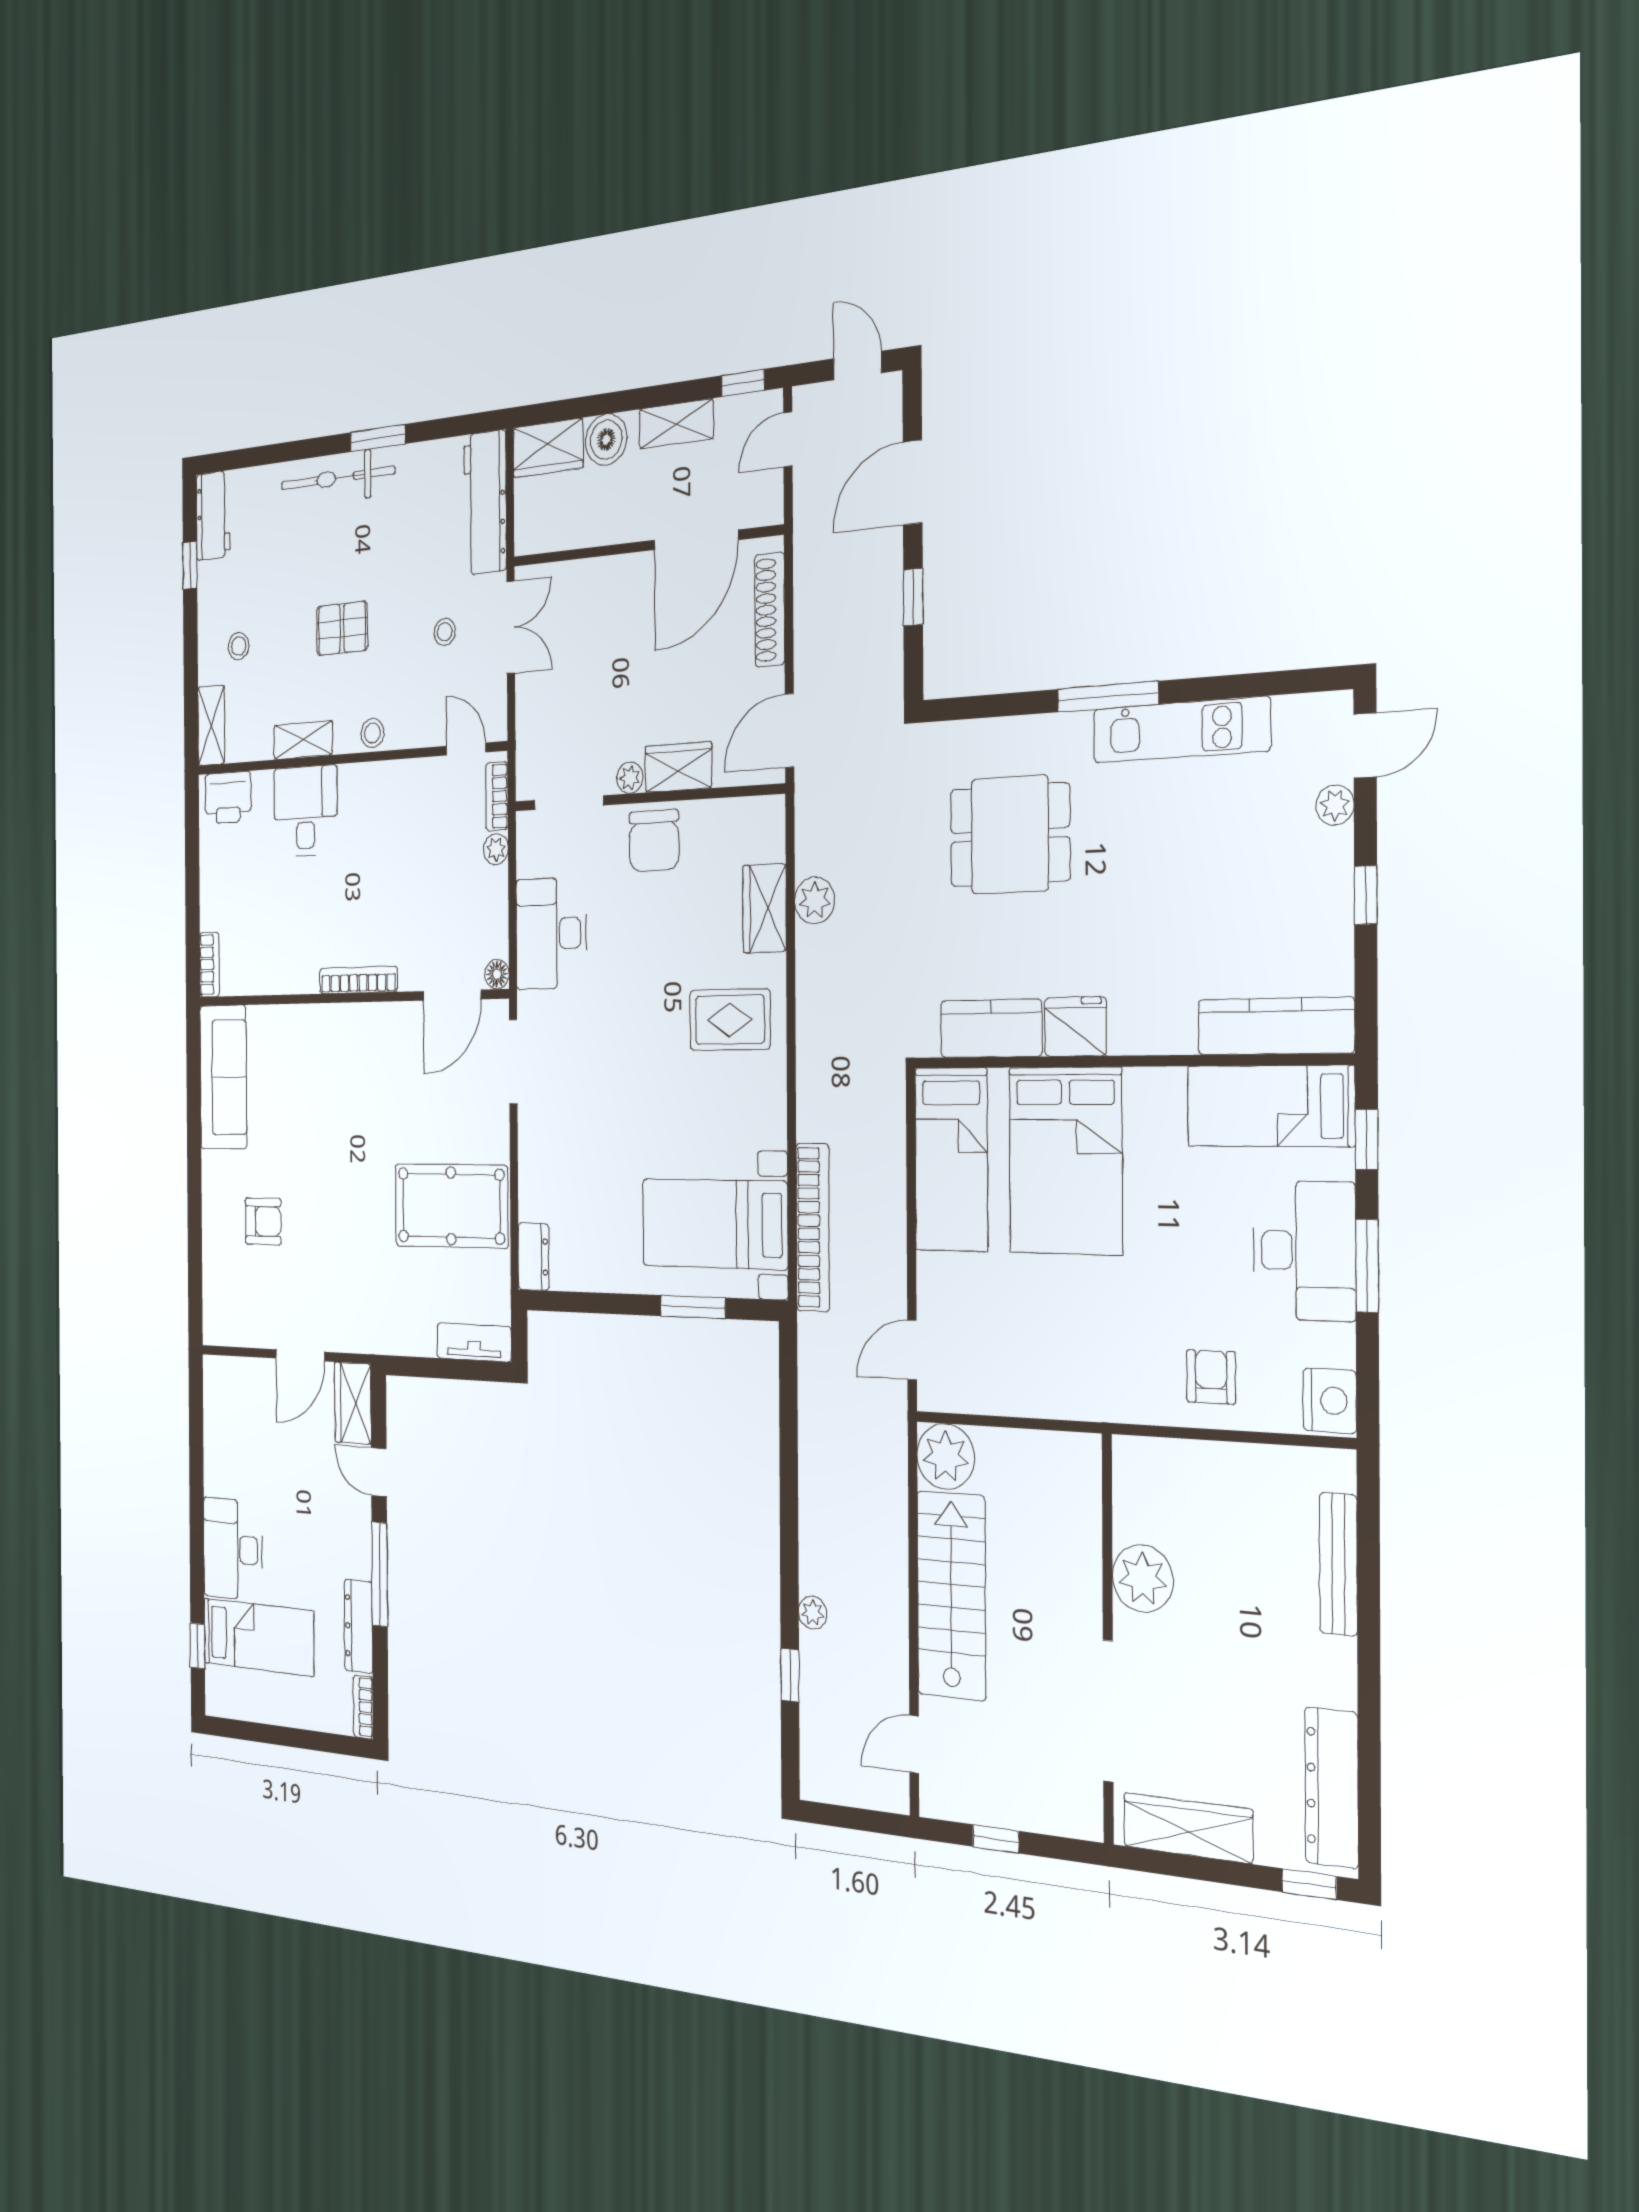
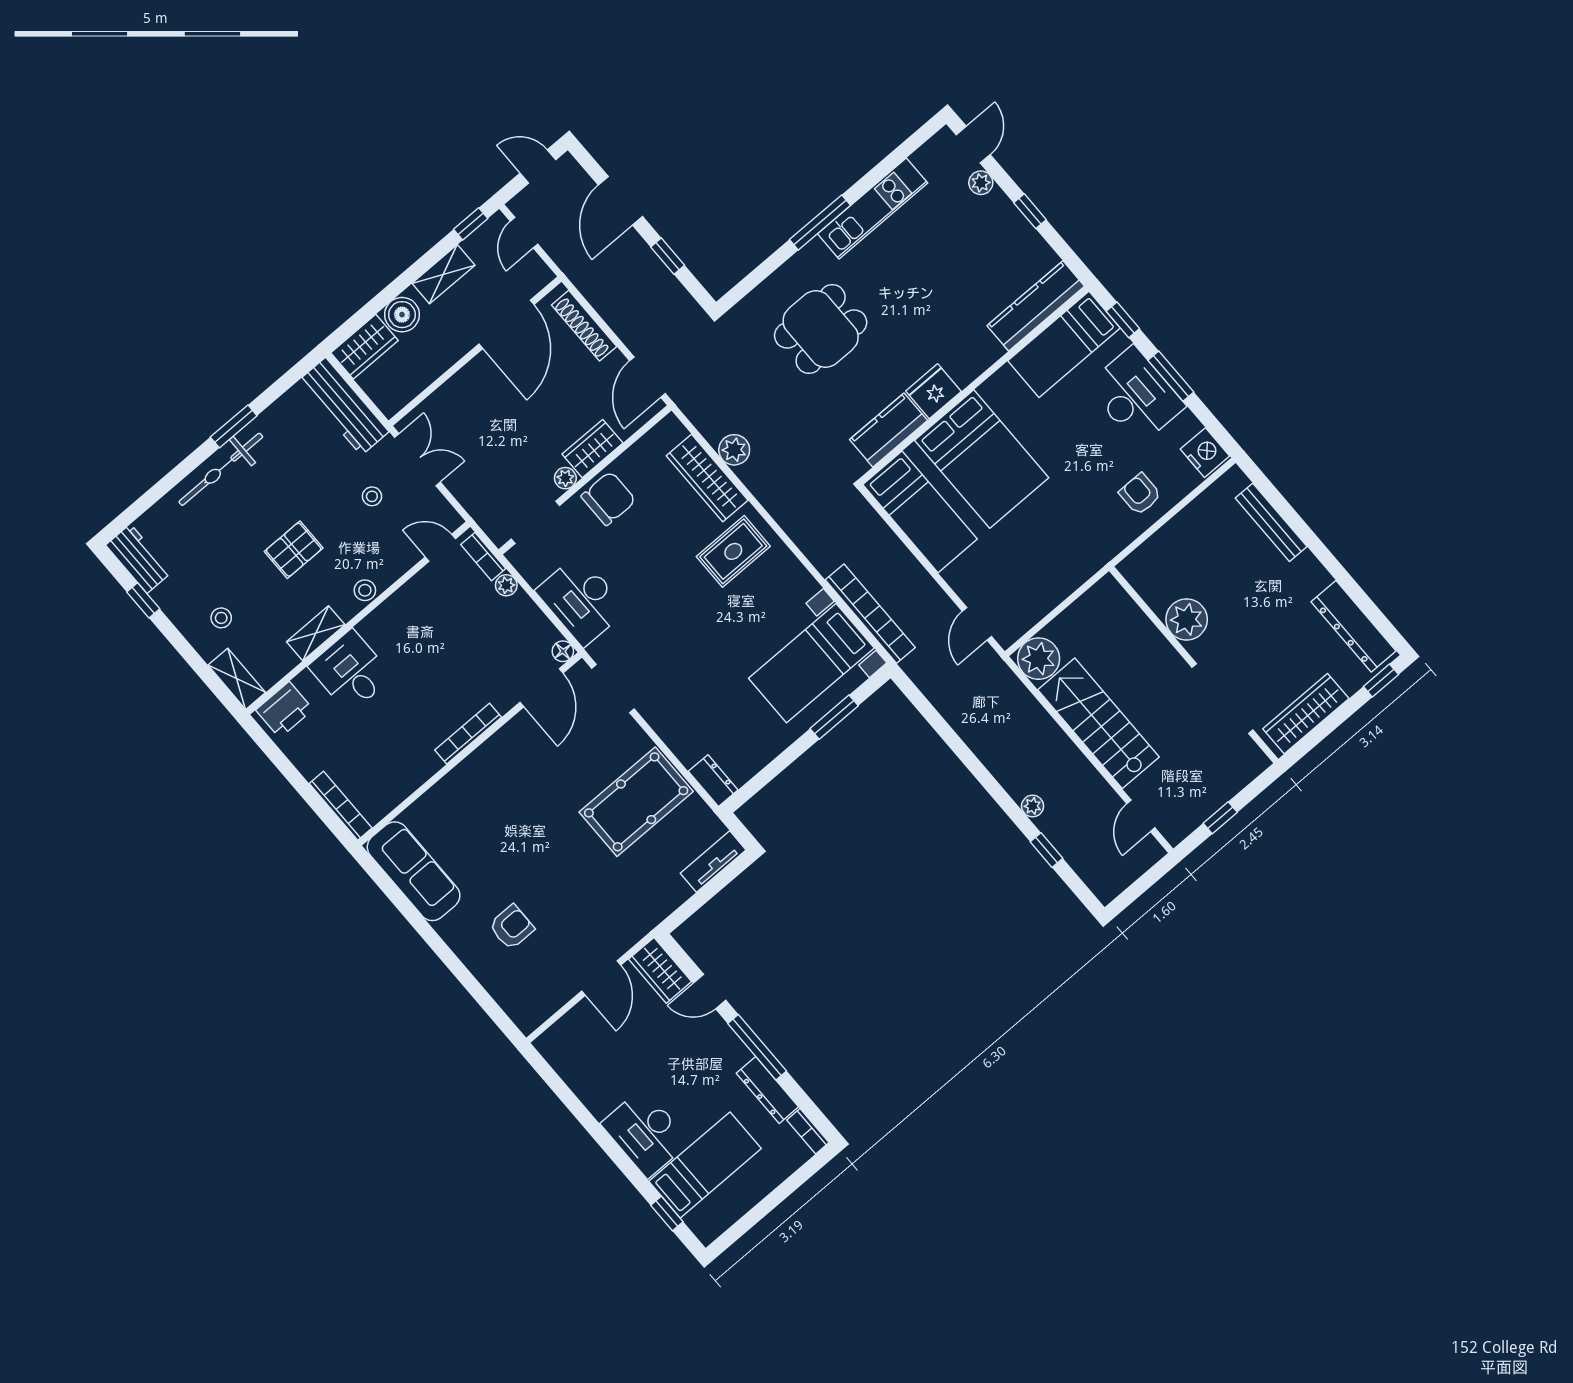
chair: (654, 841) -> (608, 498), turned -90
wardrobe: (765, 908) -> (707, 478), width x1.50
bookcase: (209, 965) -> (341, 806), width x1.56

